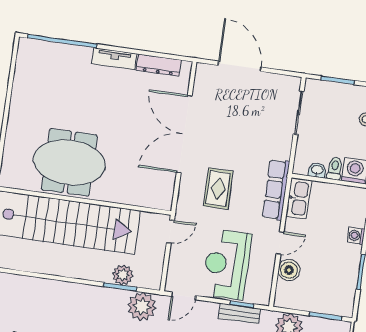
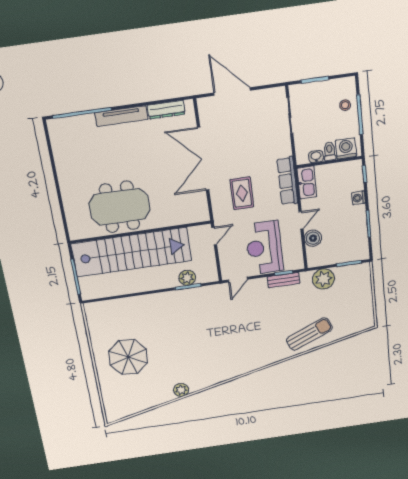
tv unit: (114, 59) -> (121, 116), width x1.41
plant: (142, 306) -> (209, 296), removed

